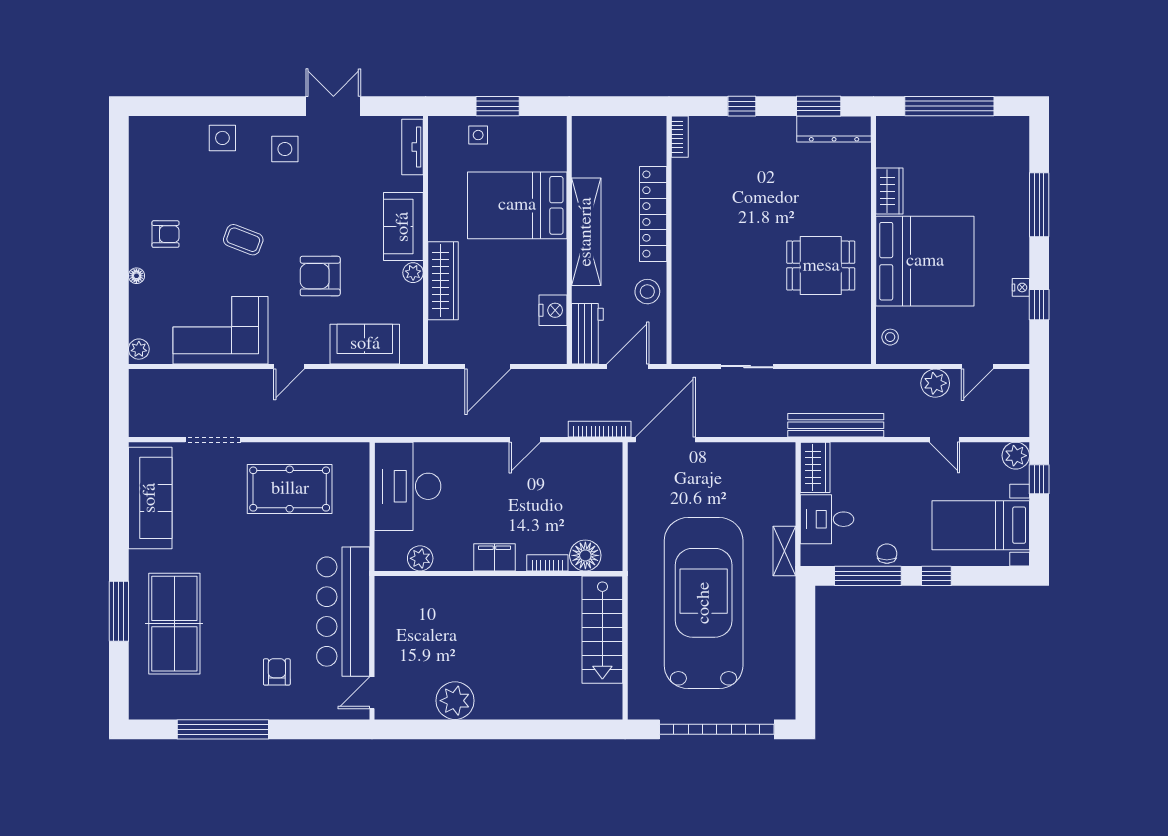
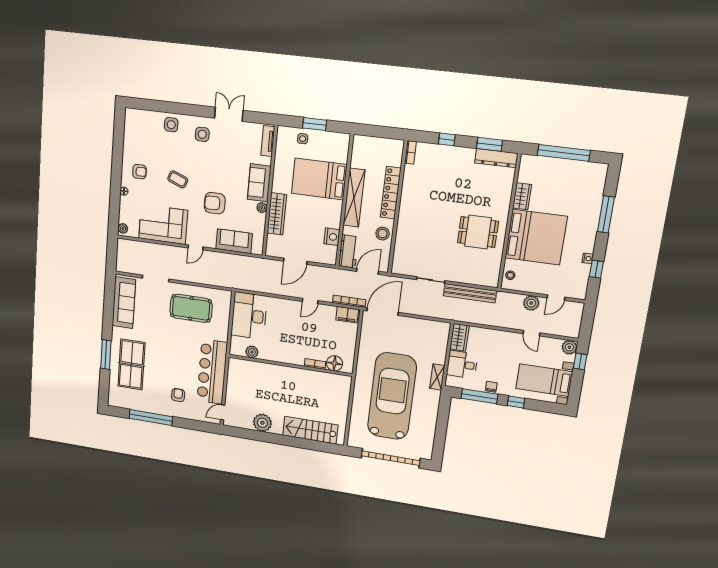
bench: (836, 425) -> (470, 293), moved
filing cabinet: (495, 557) -> (347, 315), moved, turned 180
stairs: (602, 630) -> (310, 430), moved, turned 90

